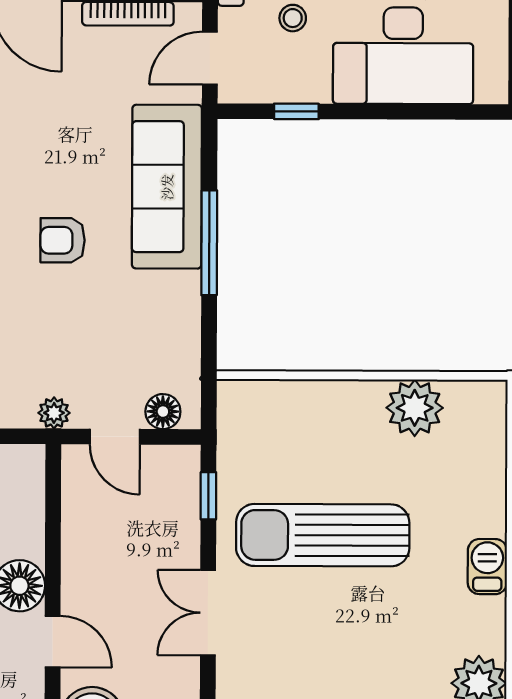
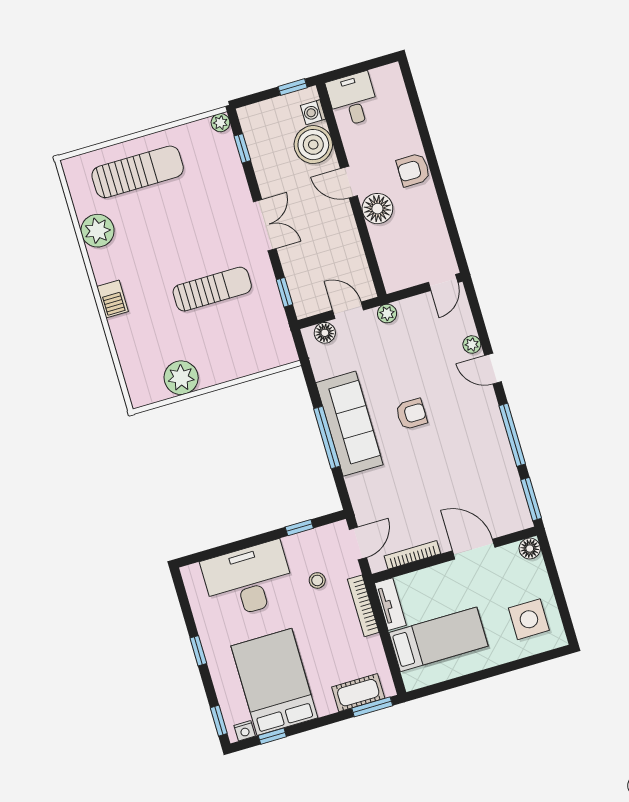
sofa: (167, 187) -> (349, 424), moved
sun lounger: (323, 535) -> (212, 289), width x0.73, depth x0.75

